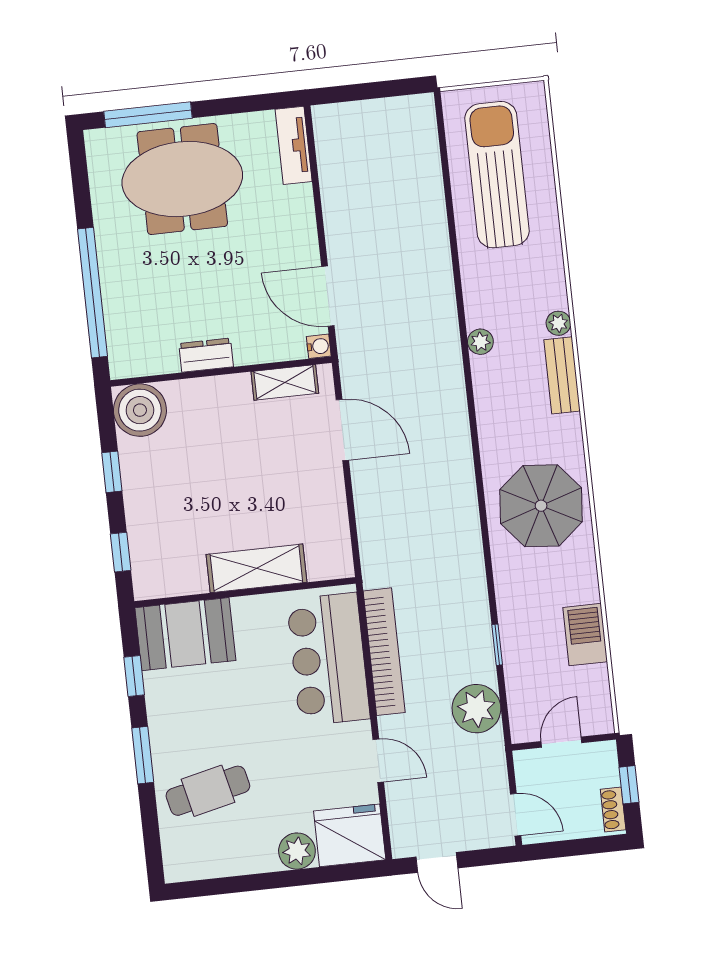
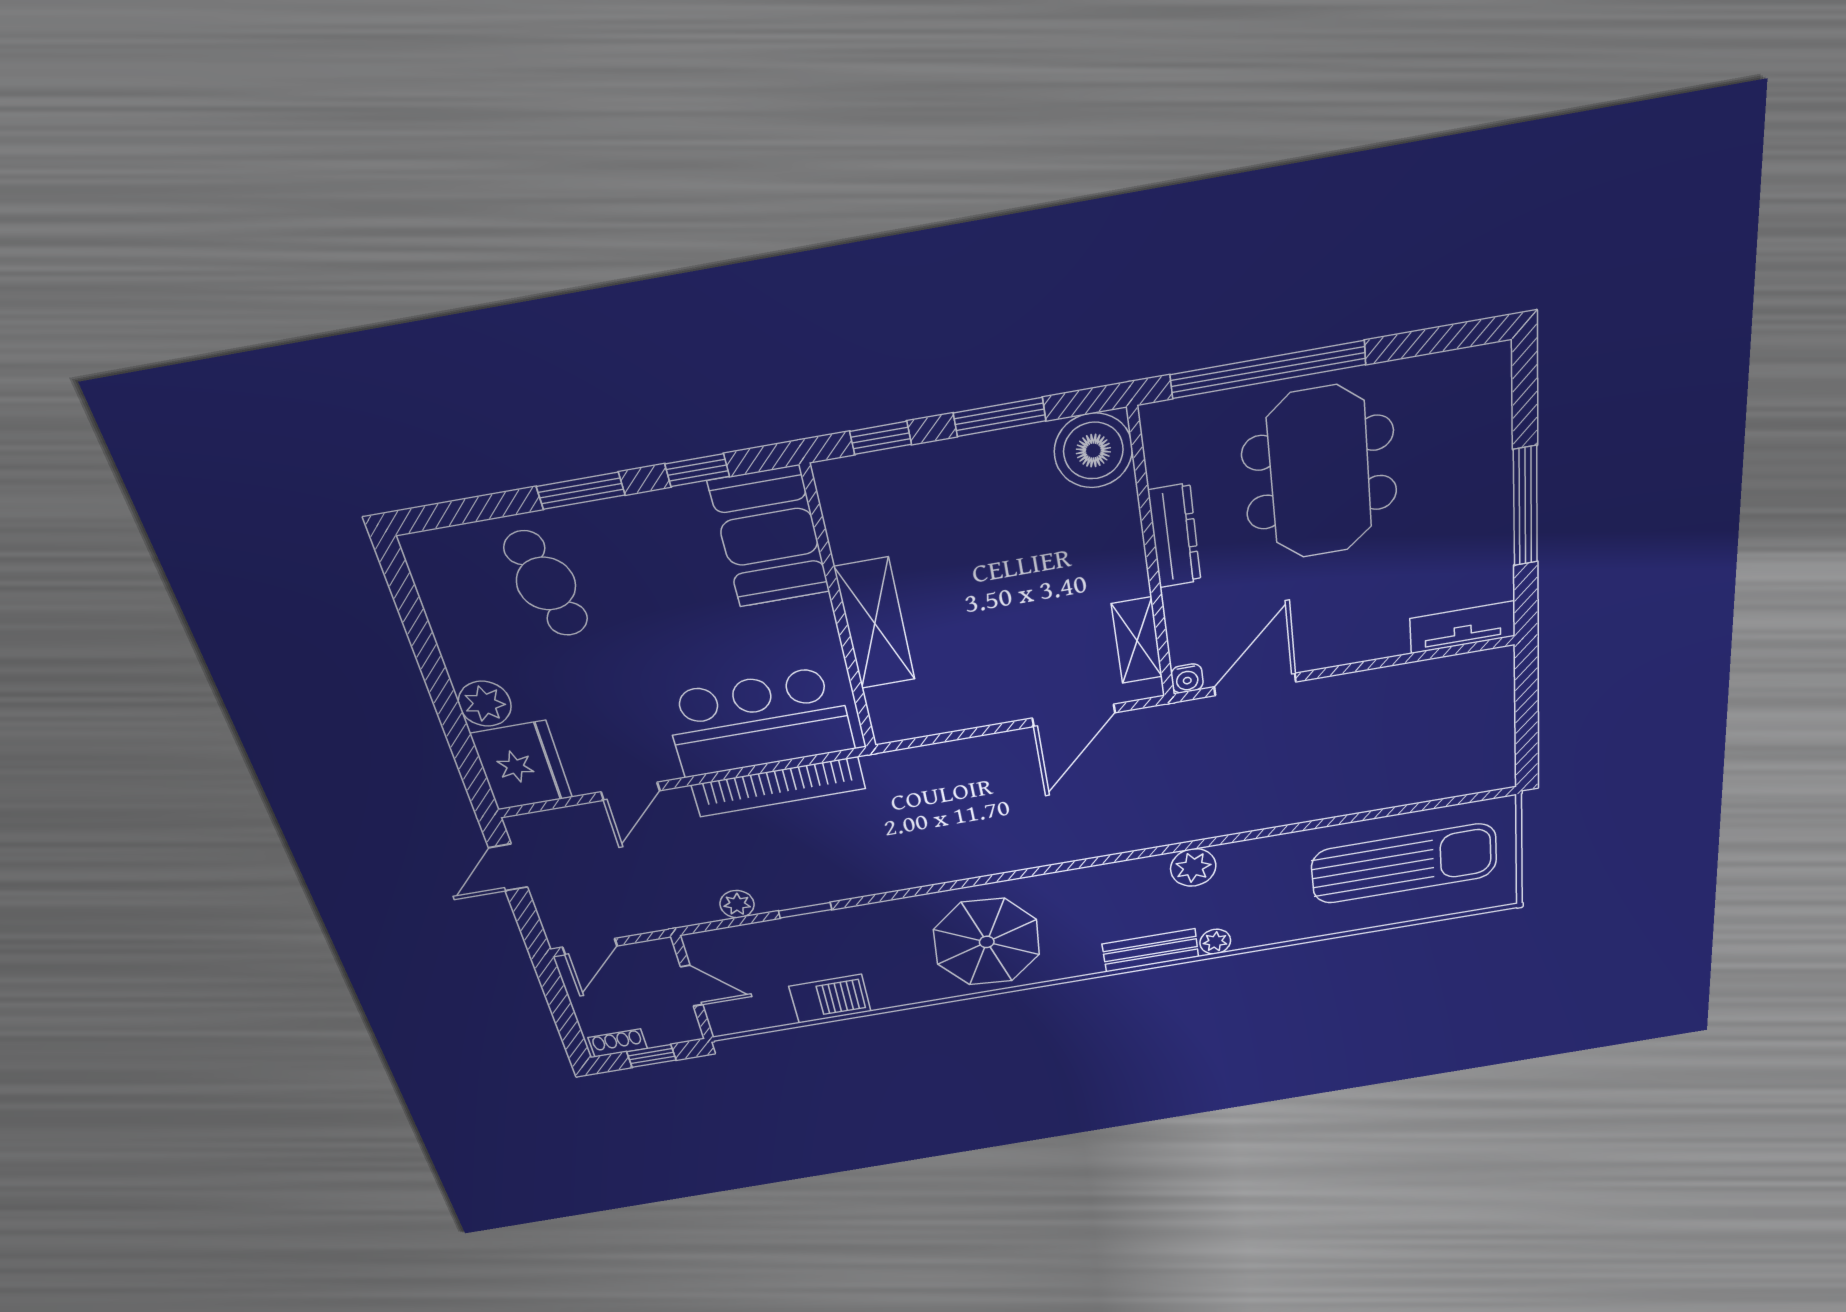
window: (148, 115) -> (1525, 506), moved
meeting table: (182, 179) -> (1320, 473), moved
plant: (480, 342) -> (1193, 867), width x1.38, depth x1.38
dresser: (206, 355) -> (1175, 536), width x1.44
window: (112, 472) -> (1000, 417), width x1.50
plant: (476, 709) -> (737, 904), width x0.53, depth x0.53

